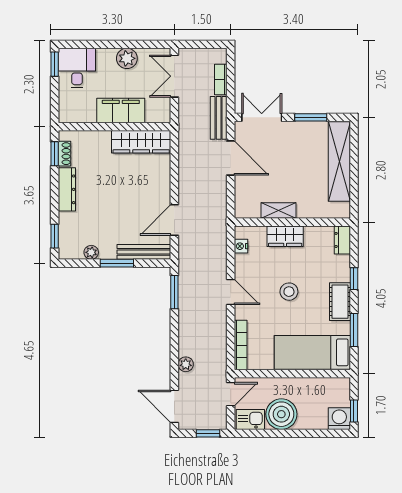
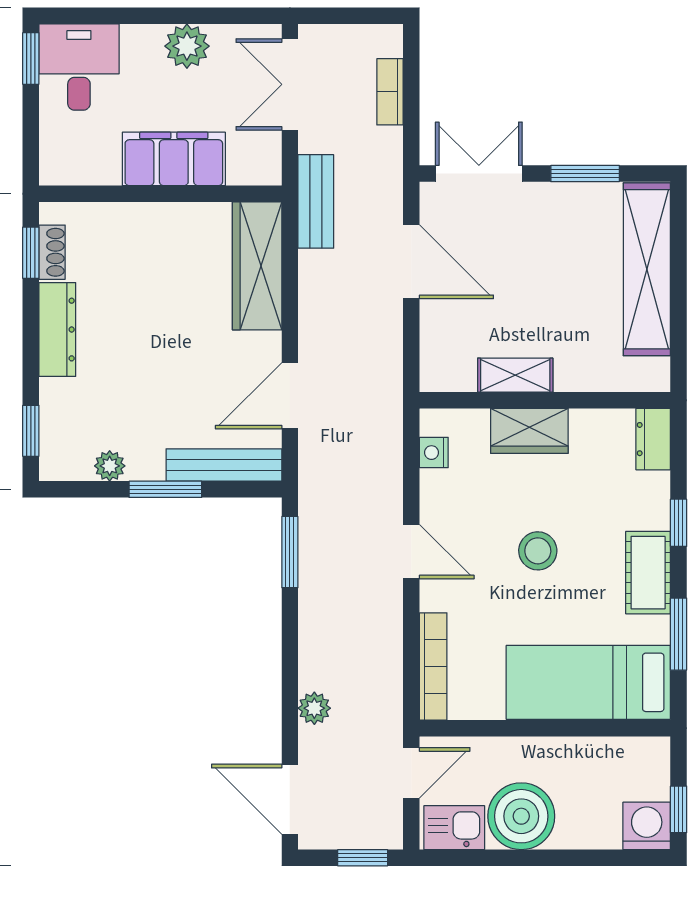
bench: (219, 118) -> (316, 201), moved
wardrobe: (141, 142) -> (257, 266), moved, turned 90

